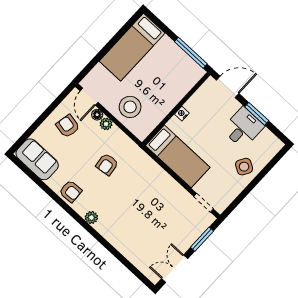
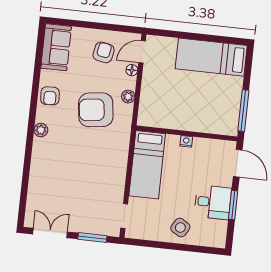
stool: (130, 107) -> (159, 93), removed
plant: (106, 124) -> (128, 97), moved
armchair: (107, 164) -> (96, 110), width x1.88, depth x1.88

